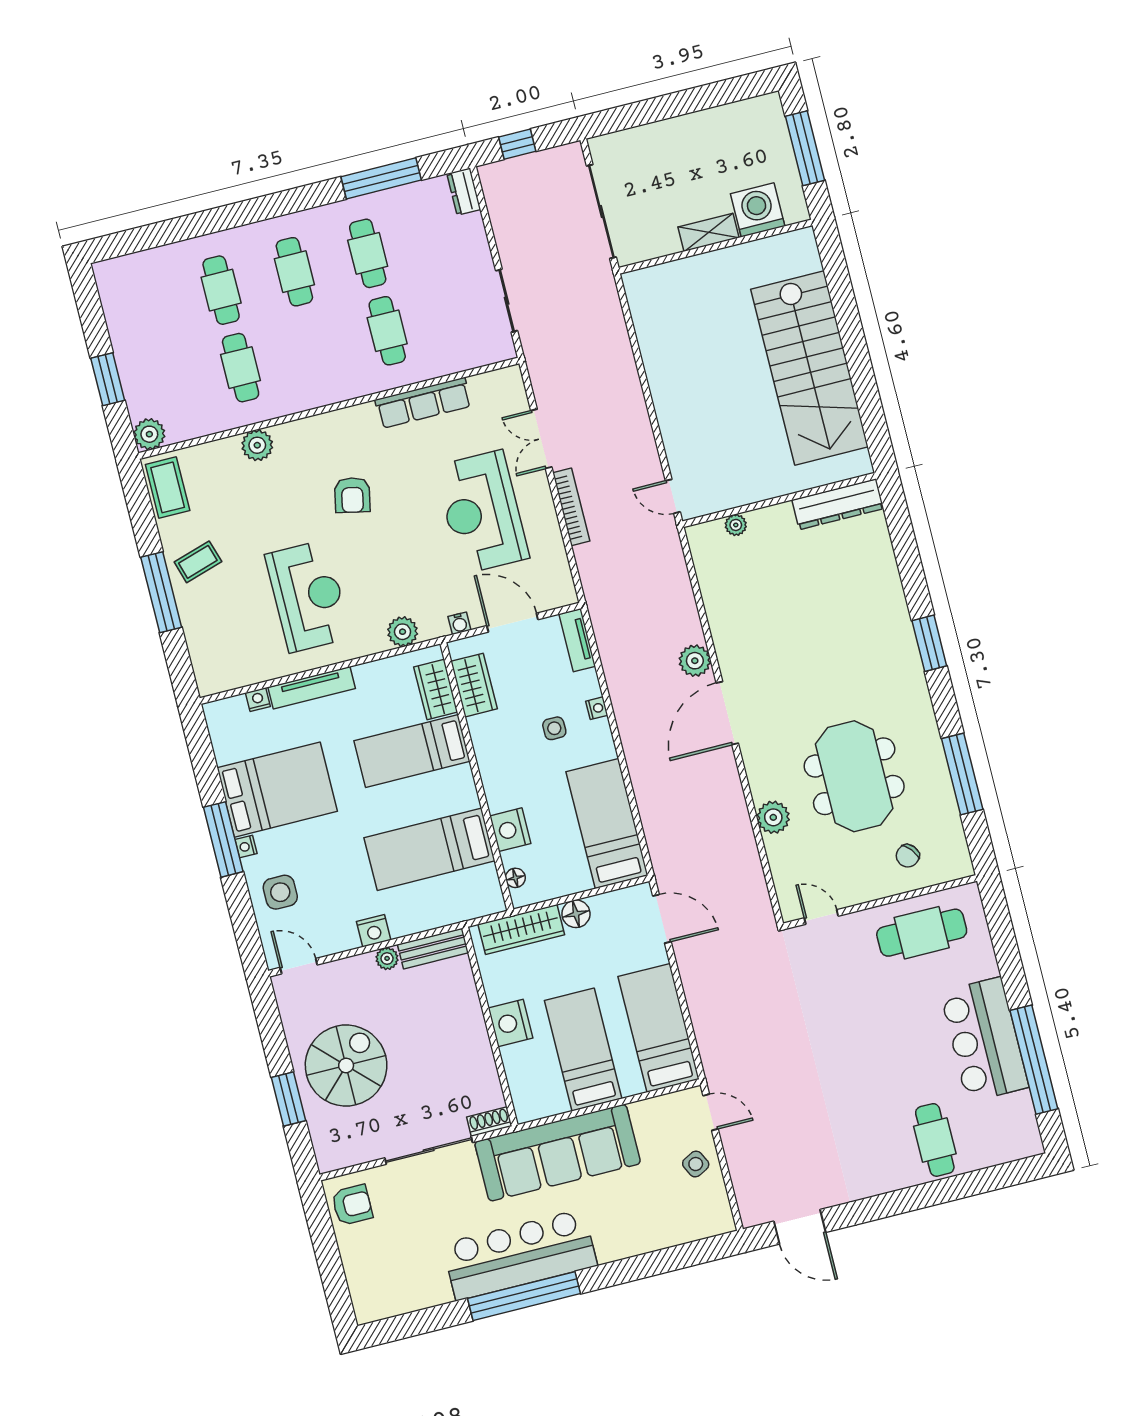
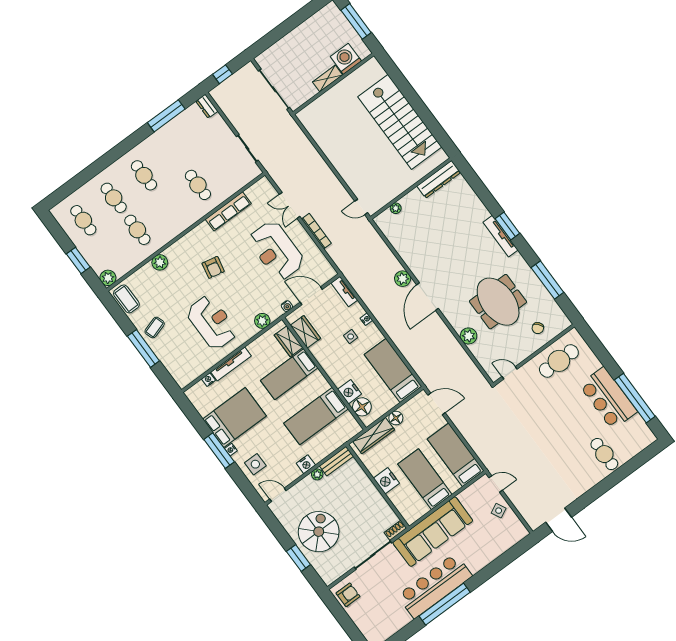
cafe table: (368, 253) -> (83, 220), moved
tv unit: (909, 657) -> (501, 236), added
floor lamp: (515, 878) -> (362, 407), width x1.89, depth x1.89

